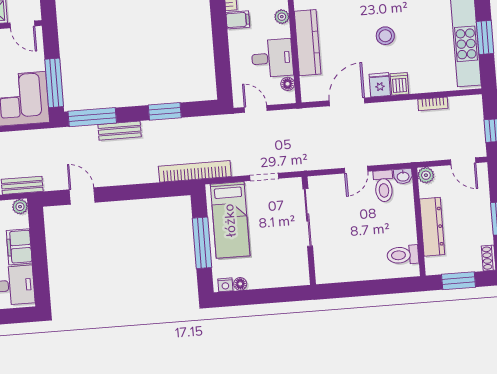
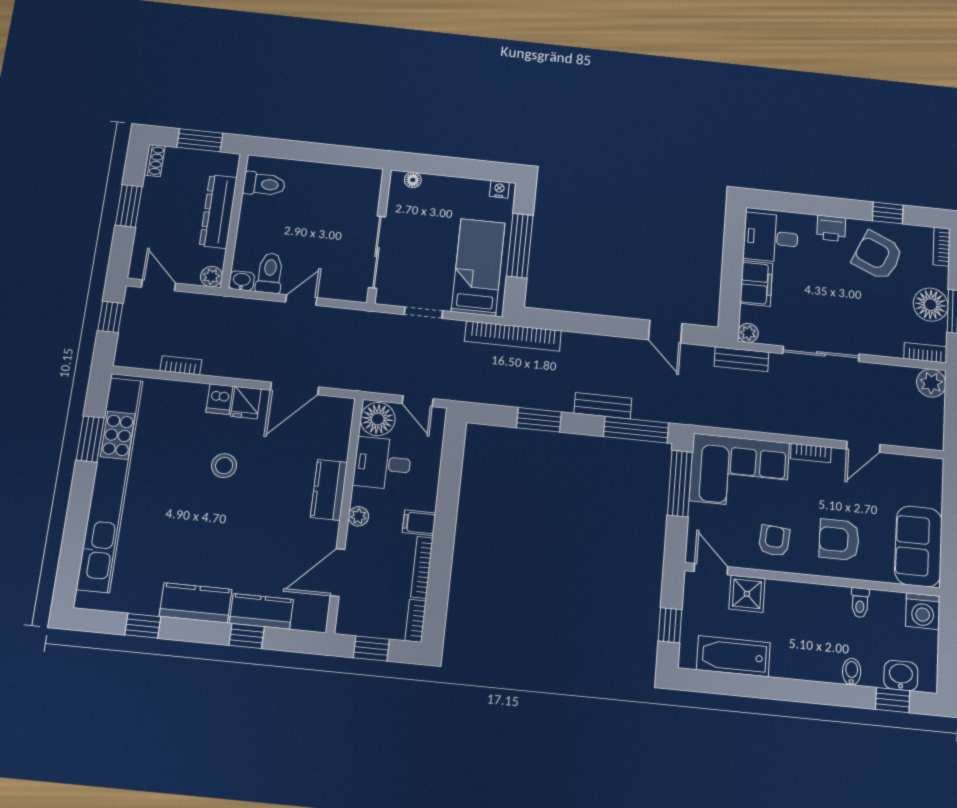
kitchen counter: (308, 43) -> (329, 490), width x0.67
floor lamp: (288, 84) -> (378, 419), width x1.89, depth x1.89
floor lamp: (240, 284) -> (413, 180), moved

